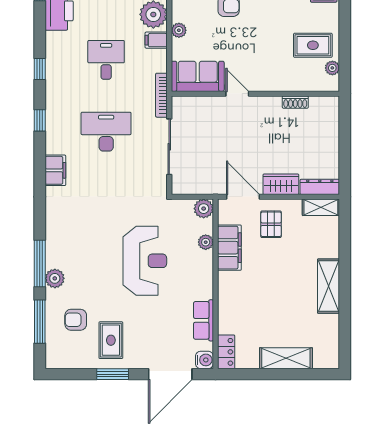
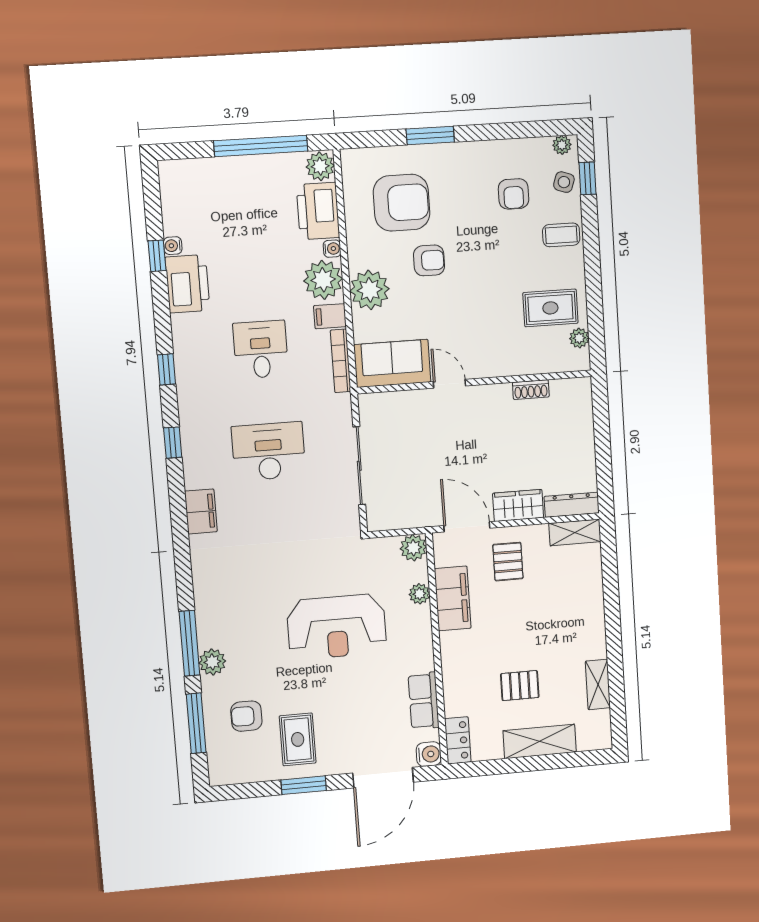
plant: (179, 30) -> (370, 290), width x1.88, depth x1.88
bookcase: (161, 95) -> (341, 361), moved
reception desk: (145, 261) -> (337, 627), turned 90
shelving: (329, 286) -> (598, 684), moved, width x0.67, depth x0.75
pallet: (274, 316) -> (520, 686), added

